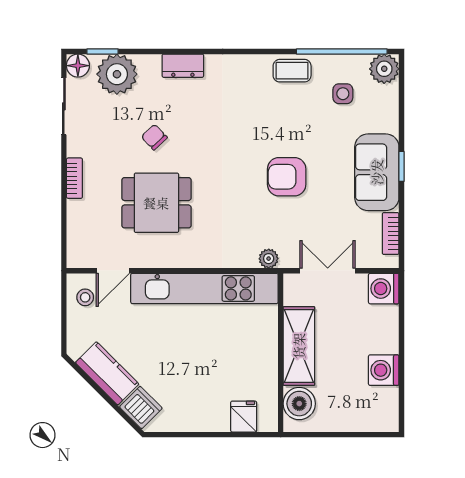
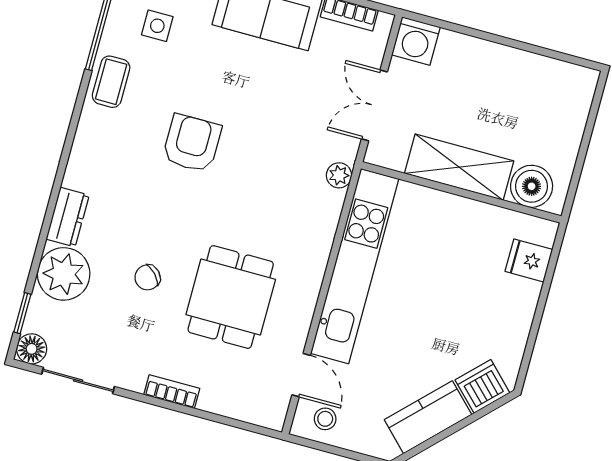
plant: (117, 74) -> (64, 274), moved
armchair: (287, 177) -> (192, 143), moved, turned 180
washing machine: (384, 370) -> (518, 69), removed

